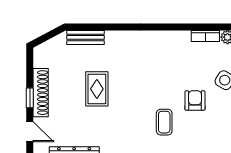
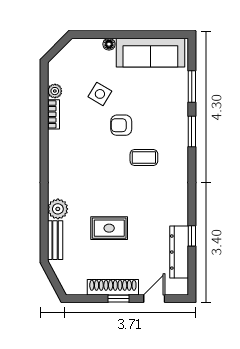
plant: (115, 40) -> (58, 209), added

